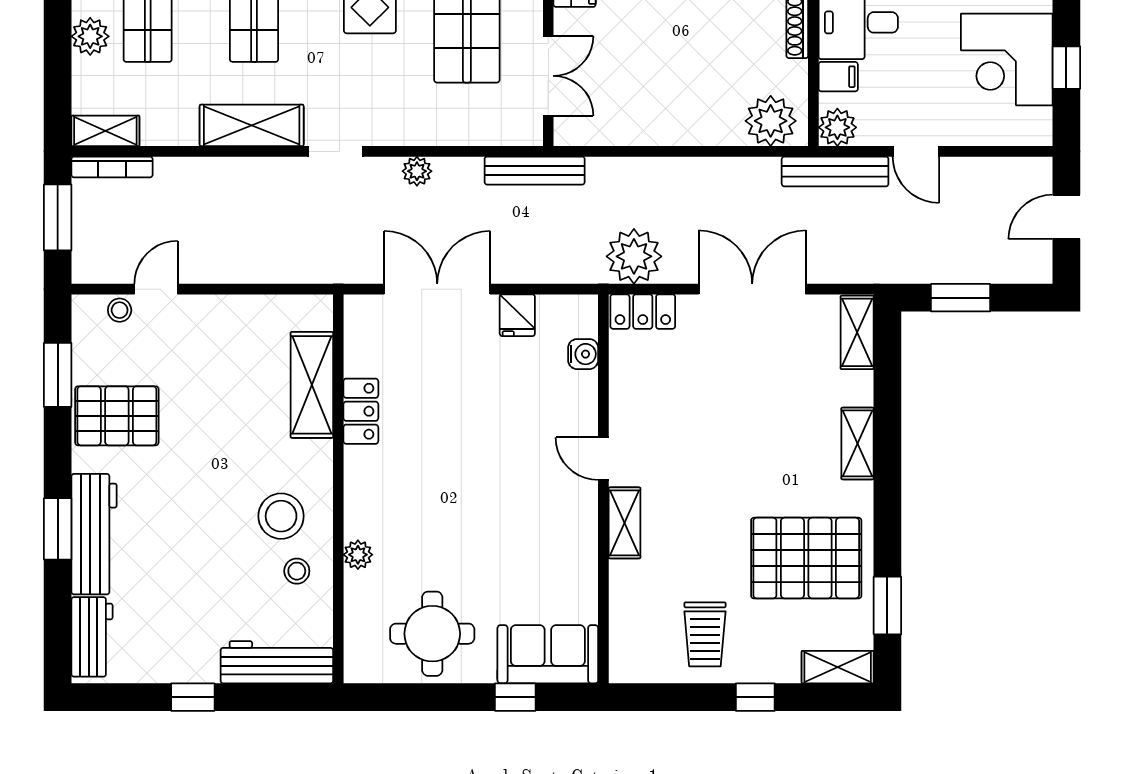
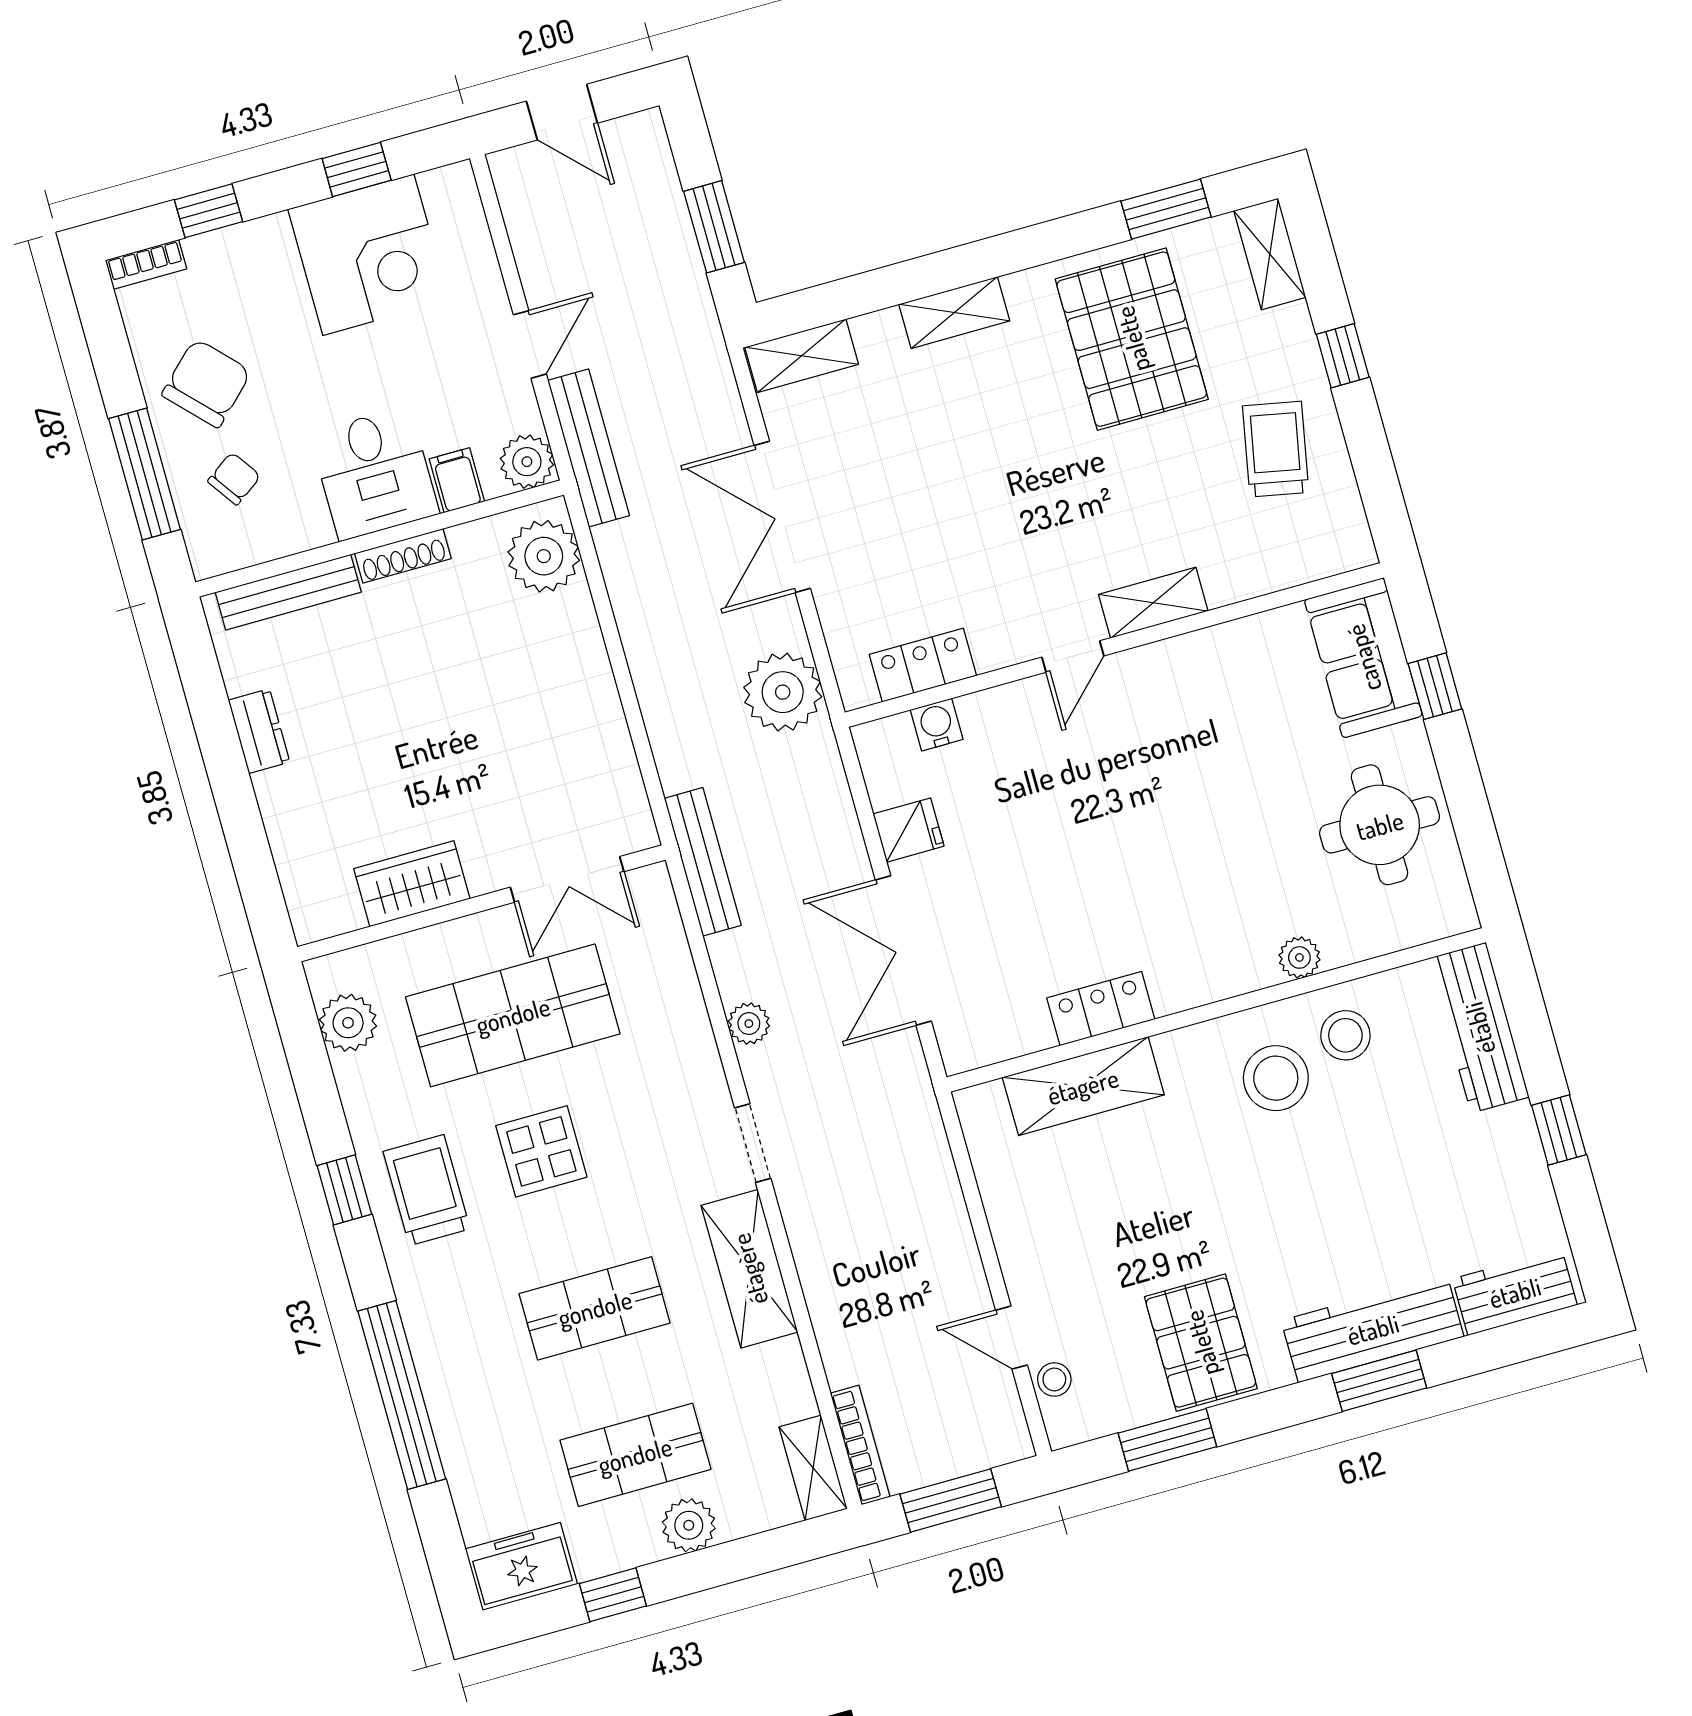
double door: (548, 76) -> (567, 879), swing flipped
locker: (643, 312) -> (923, 665), moved, turned -90
stool: (297, 571) -> (1345, 1035), width x1.37, depth x1.37
trolley: (705, 634) -> (1276, 449), turned -79

